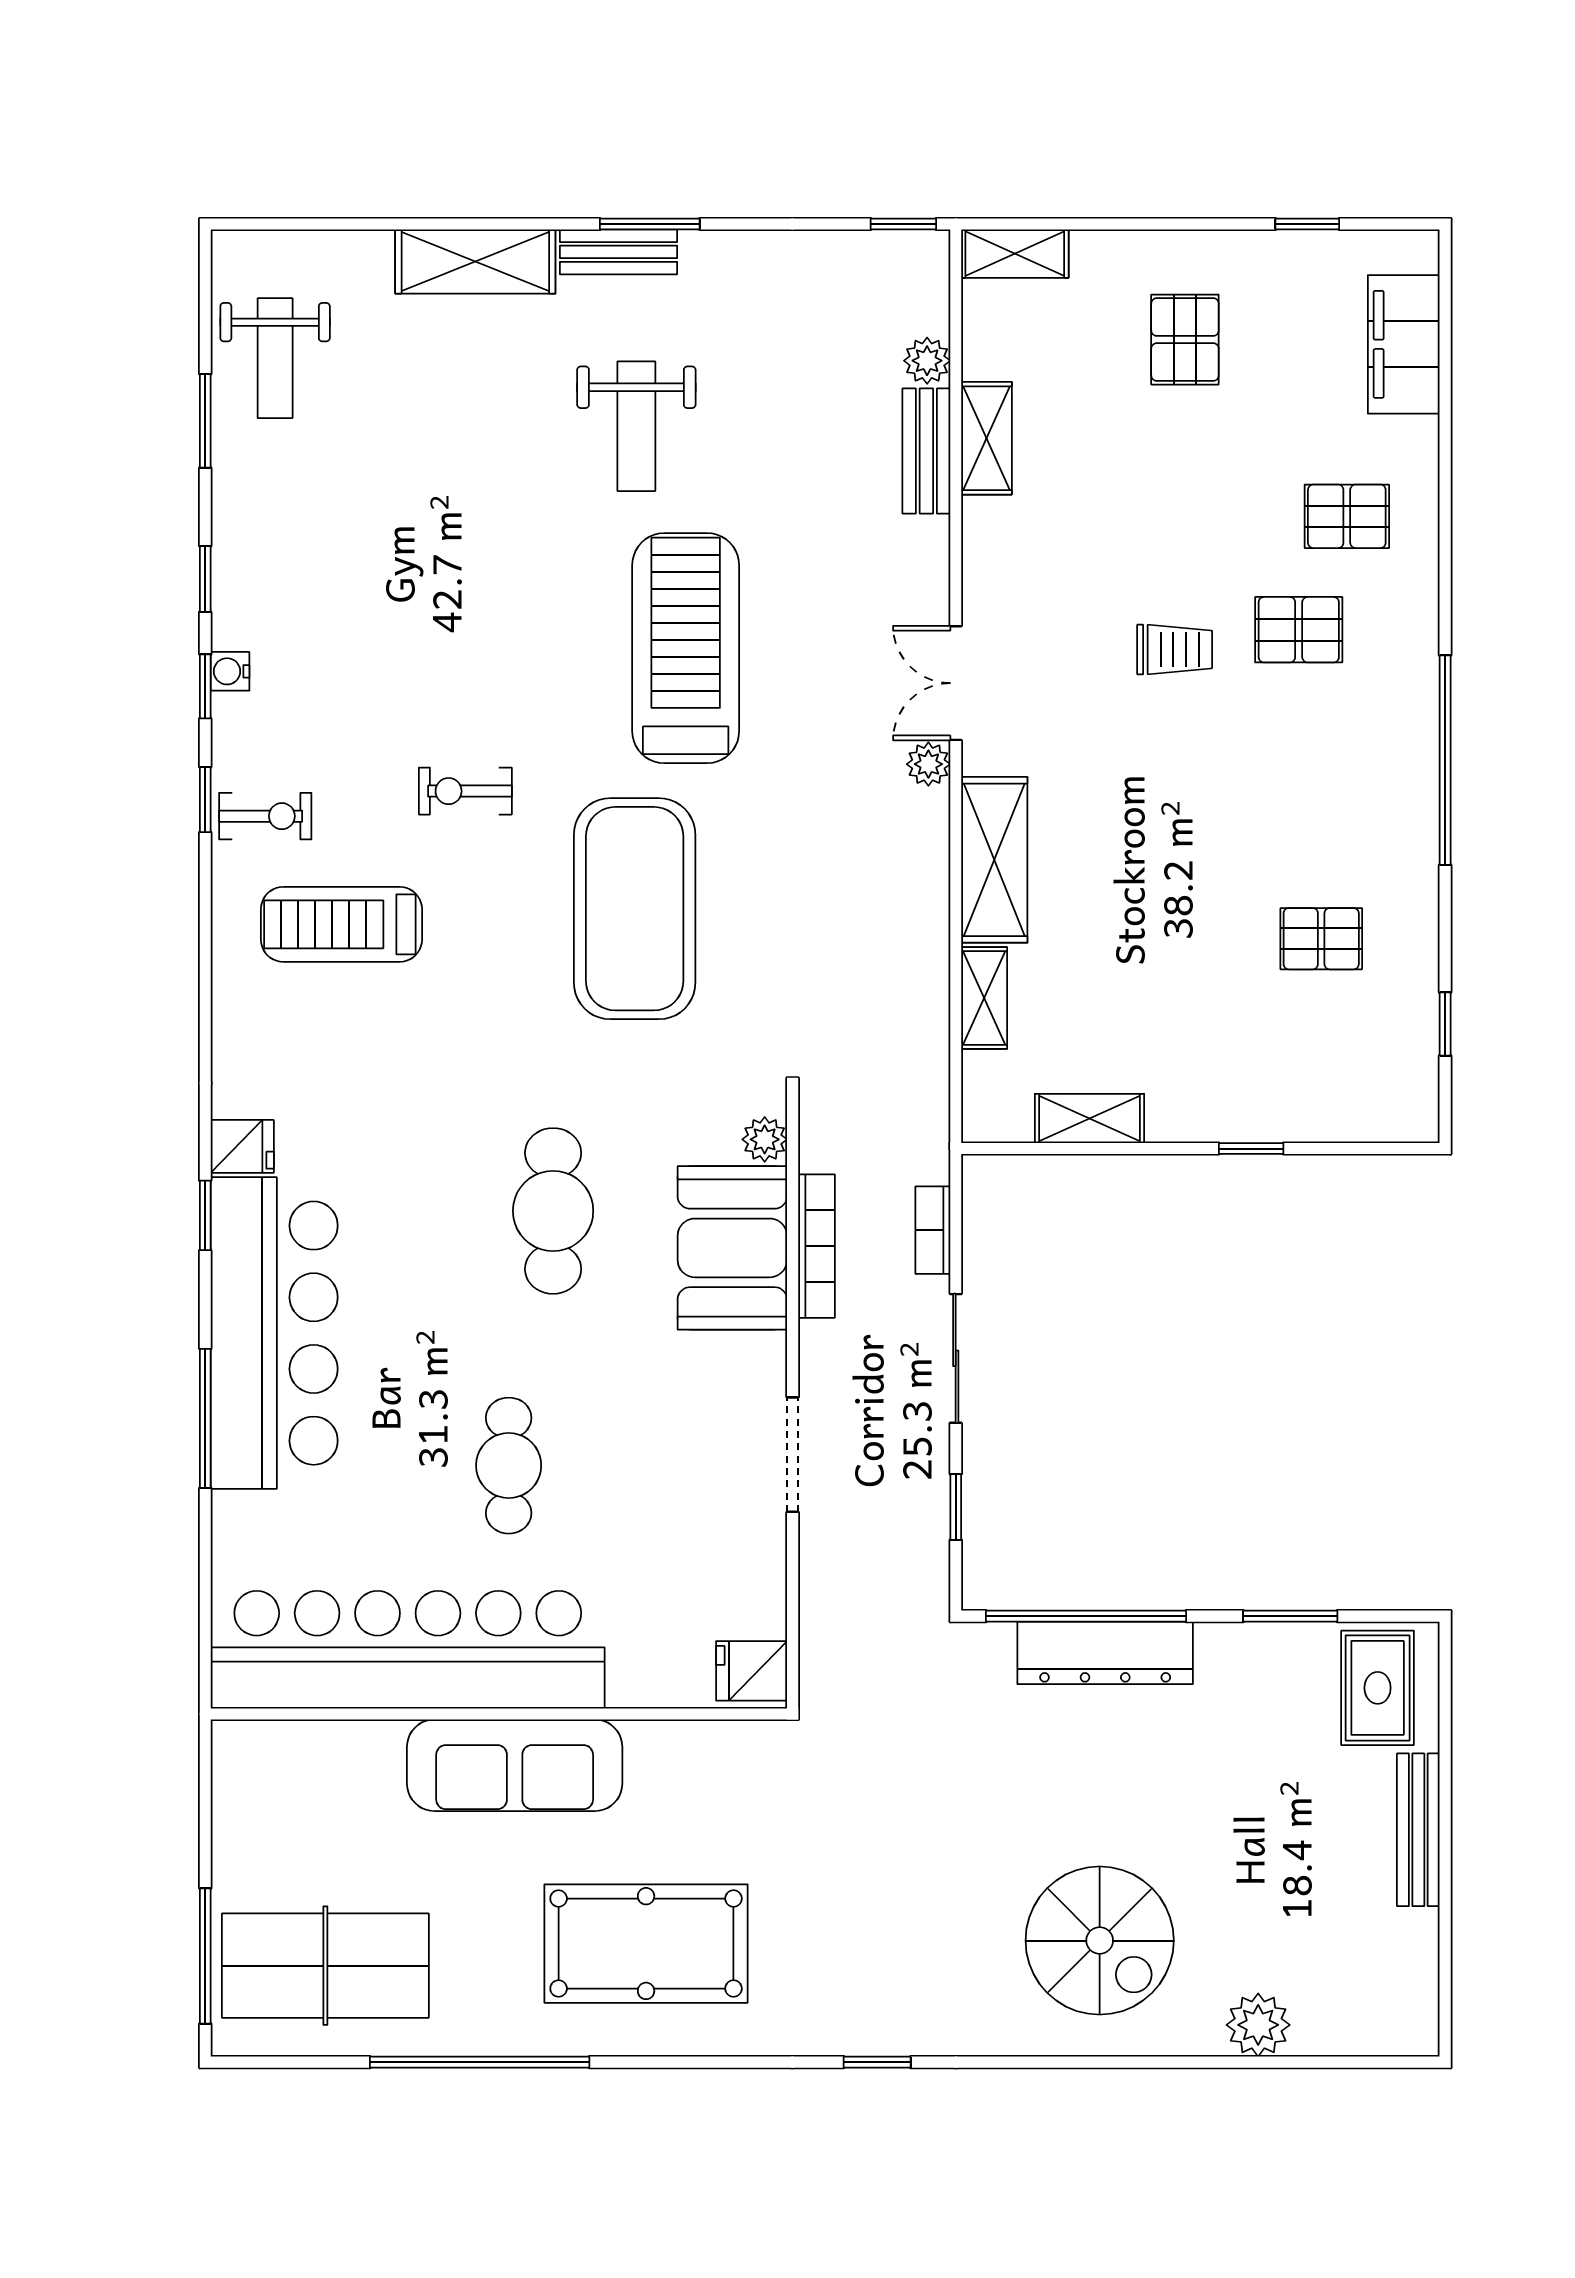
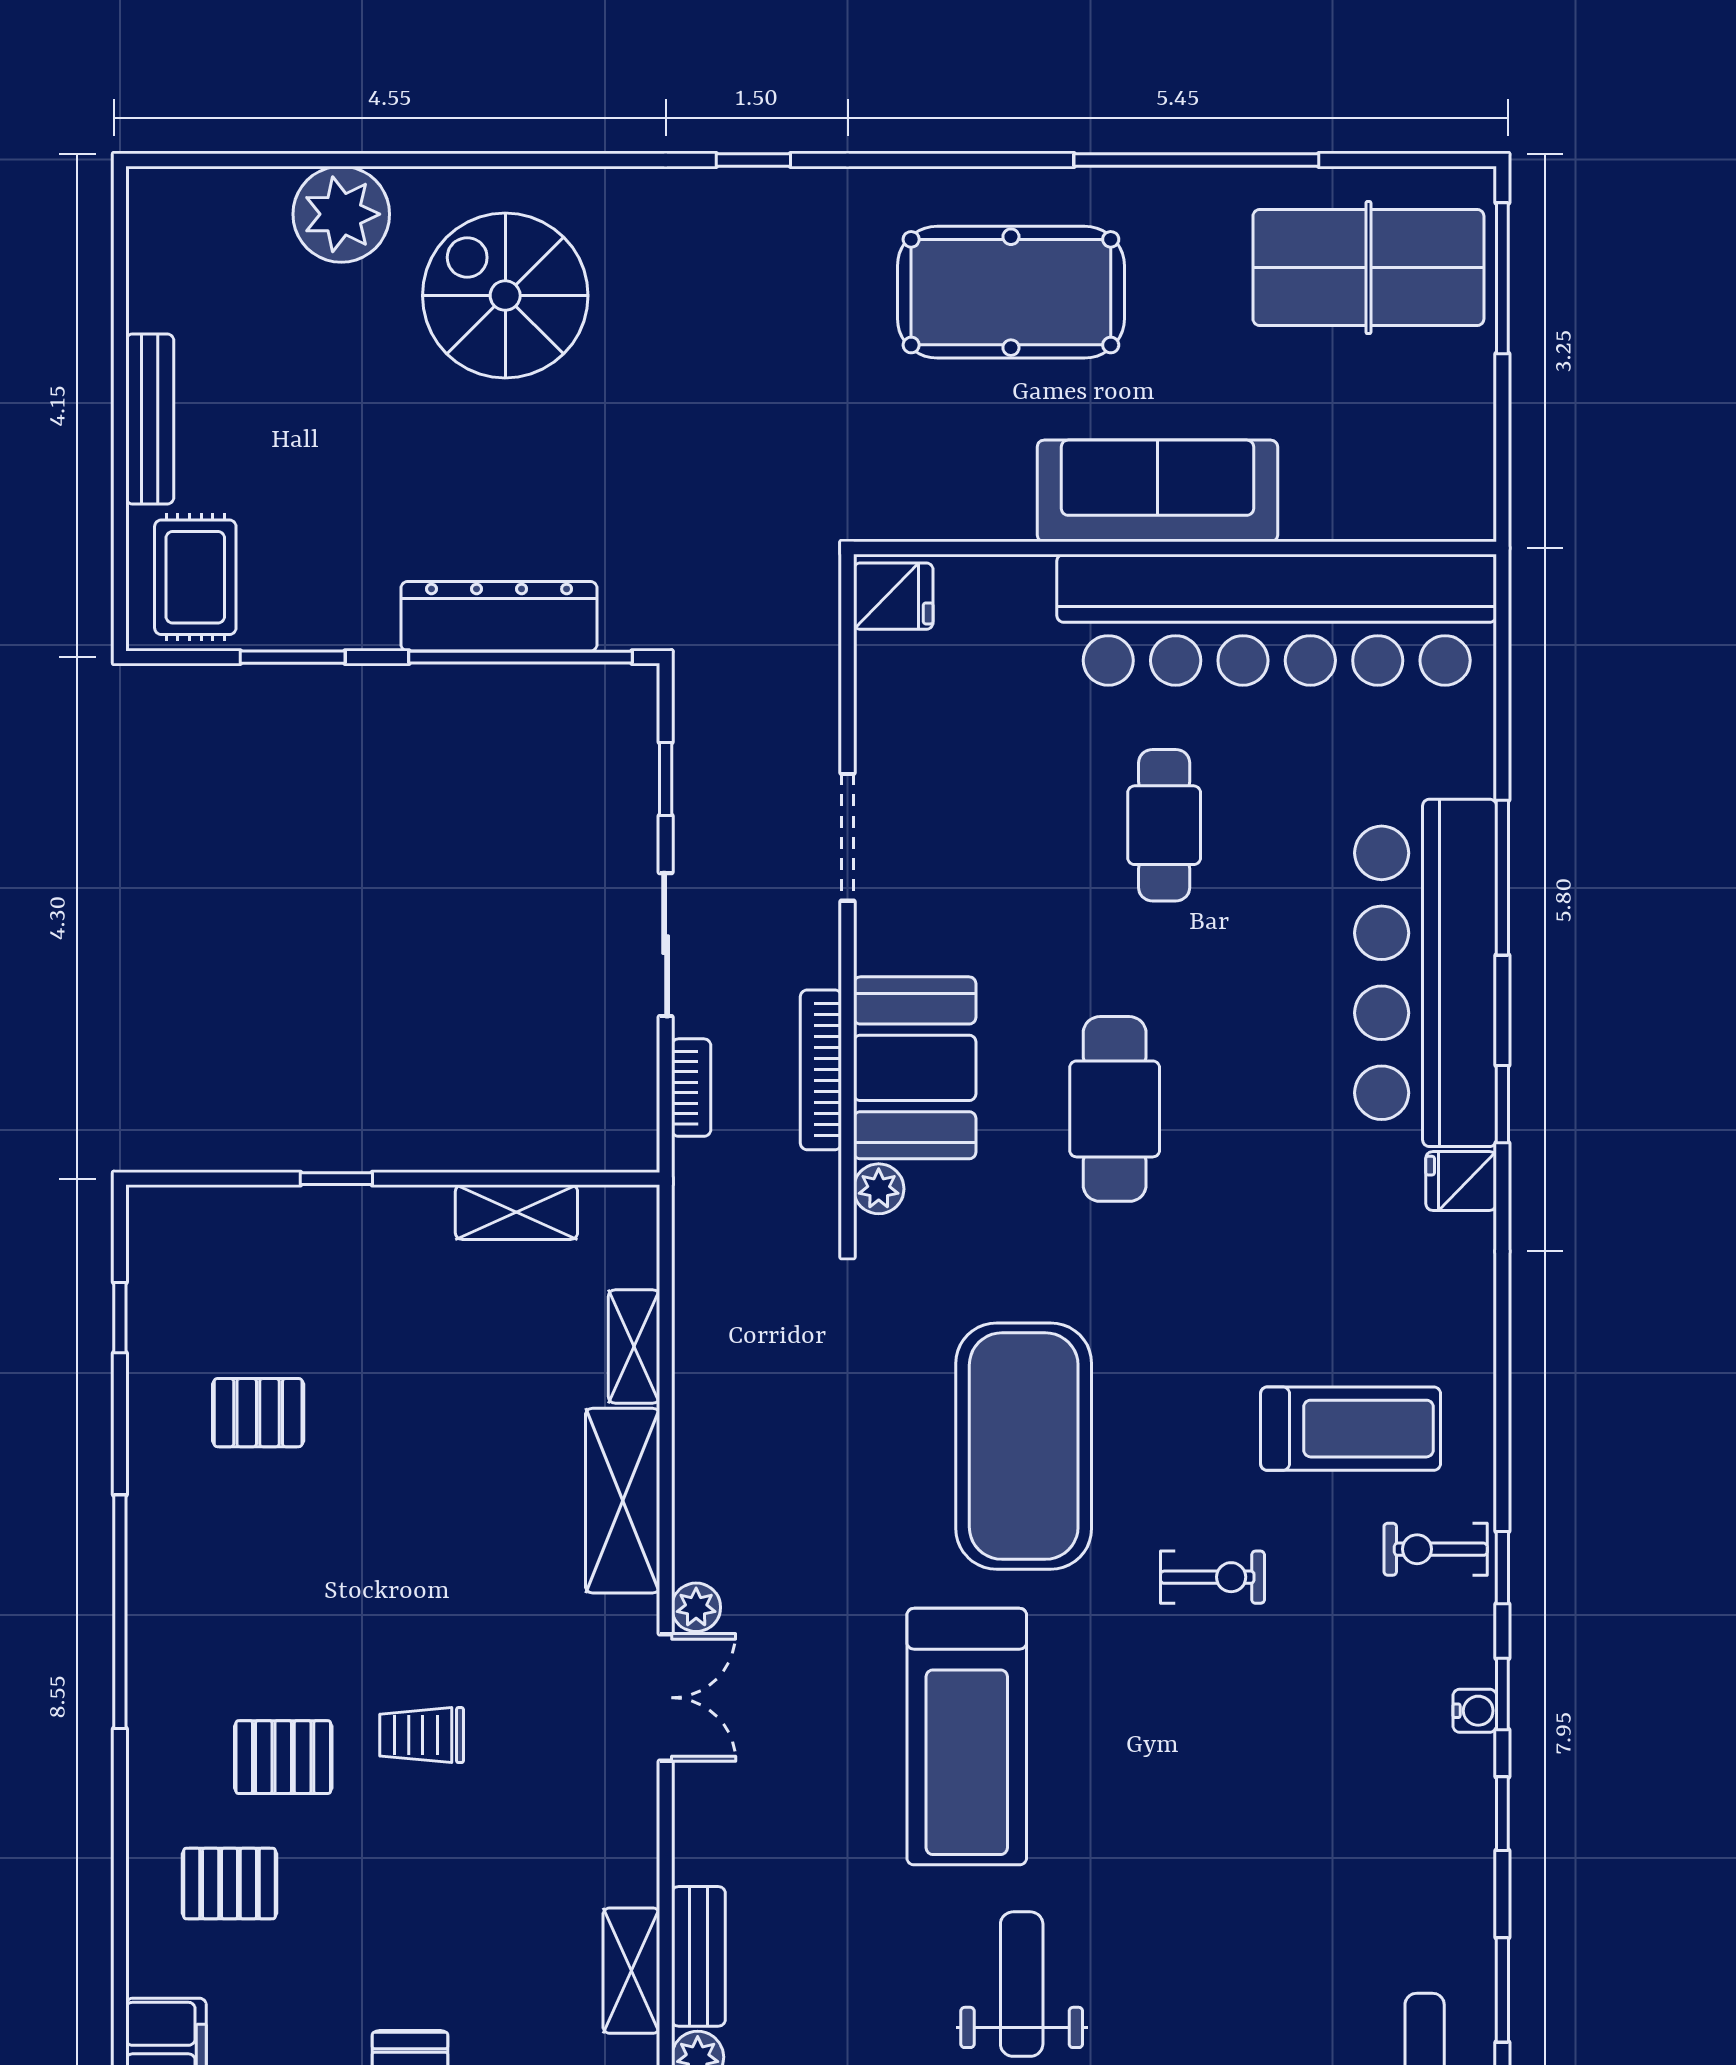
plant: (1258, 2025) -> (341, 214), width x1.36, depth x1.36

